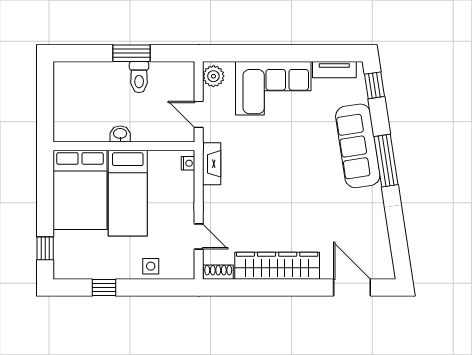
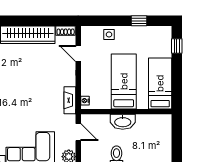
washbasin: (120, 134) -> (123, 122), width x1.91, depth x1.45
bed: (80, 190) -> (160, 83), width x0.67

